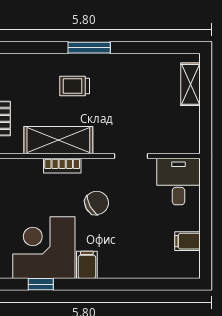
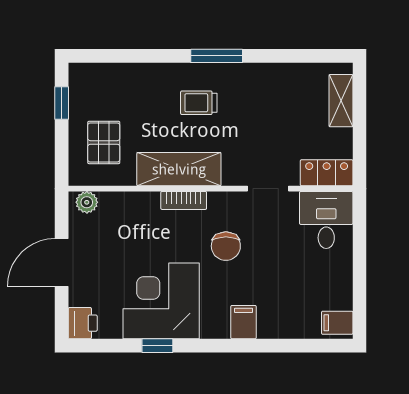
locker: (179, 143) -> (327, 173), added
chair: (97, 203) -> (226, 246), turned 119
filing cabinet: (187, 241) -> (337, 323), moved
filing cabinet: (87, 265) -> (244, 322), moved

